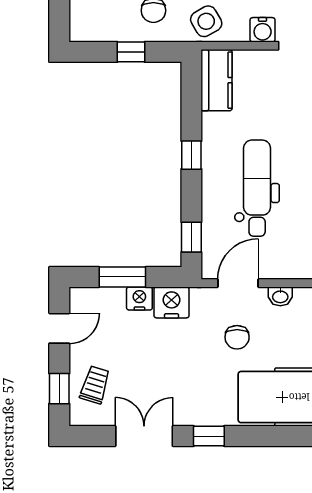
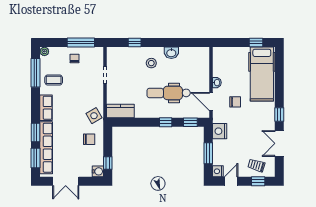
water cooler: (263, 30) -> (98, 171), moved
window: (131, 52) -> (108, 163), moved
window: (191, 155) -> (166, 122), moved
nightstand: (139, 298) -> (218, 171), moved
door: (59, 328) -> (231, 181), hinge flipped

